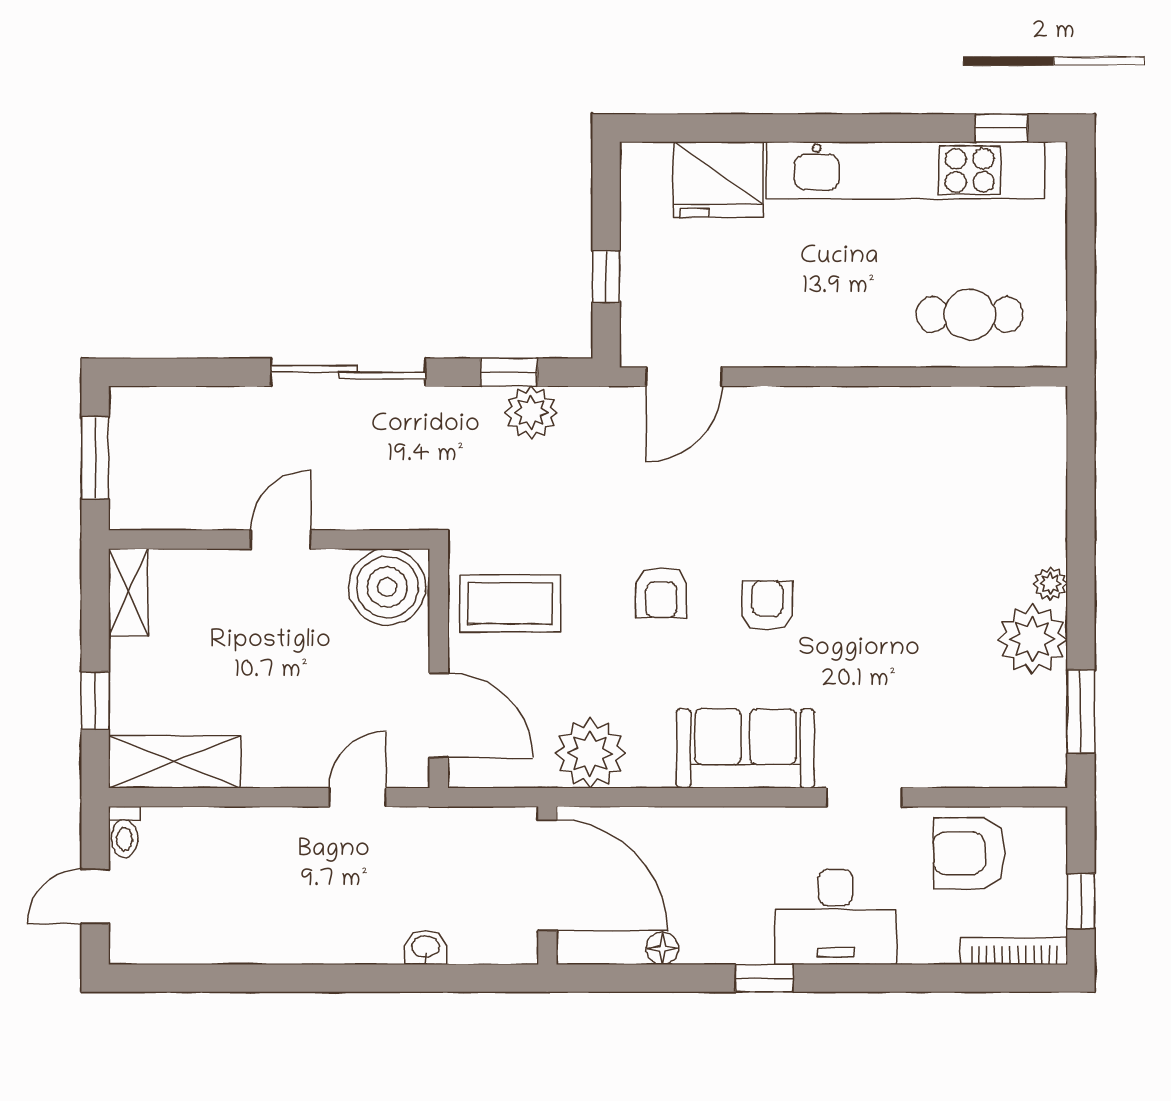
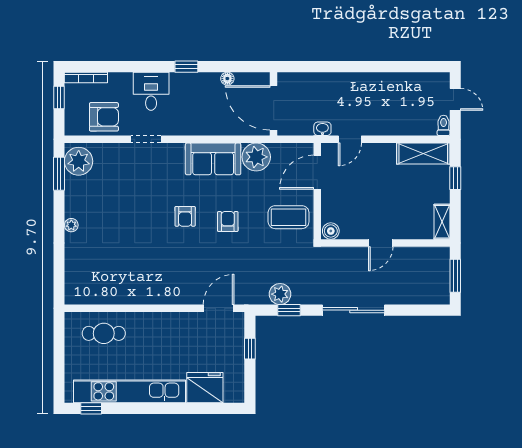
boiler: (387, 587) -> (331, 231), width x0.54, depth x0.54
plant: (1032, 639) -> (79, 161), moved
door: (439, 715) -> (317, 172), hinge flipped
sofa: (745, 749) -> (213, 159), moved
door: (95, 896) -> (455, 99), hinge flipped
desk: (835, 917) -> (151, 91), width x0.73
washbasin: (425, 947) -> (322, 129), moved, turned 180

